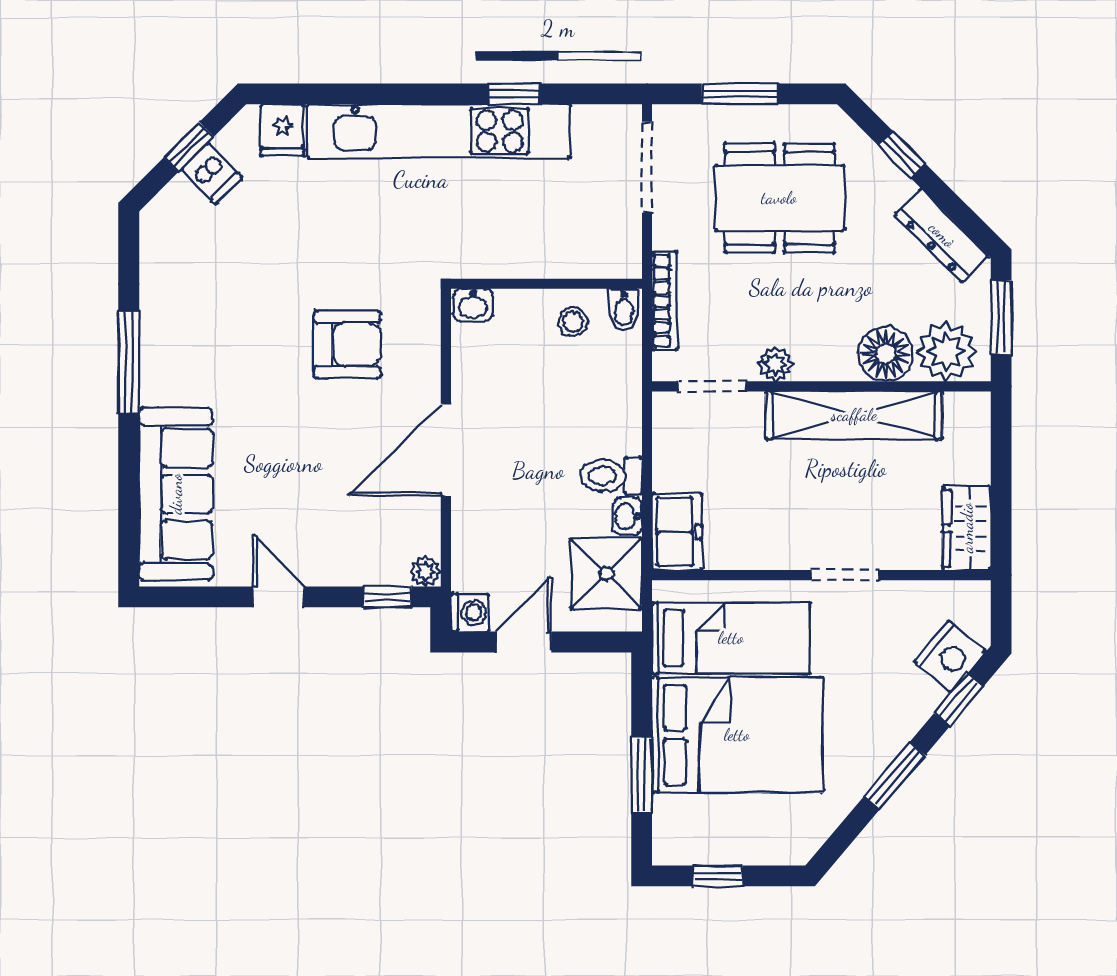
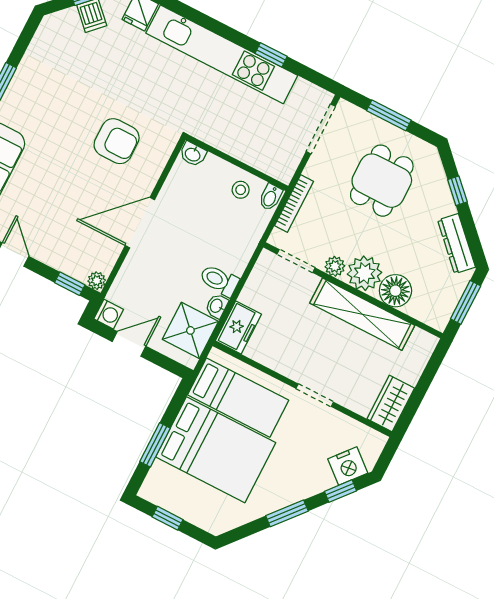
dining table: (779, 198) -> (382, 181), width x0.73
plant: (946, 352) -> (364, 273), moved

